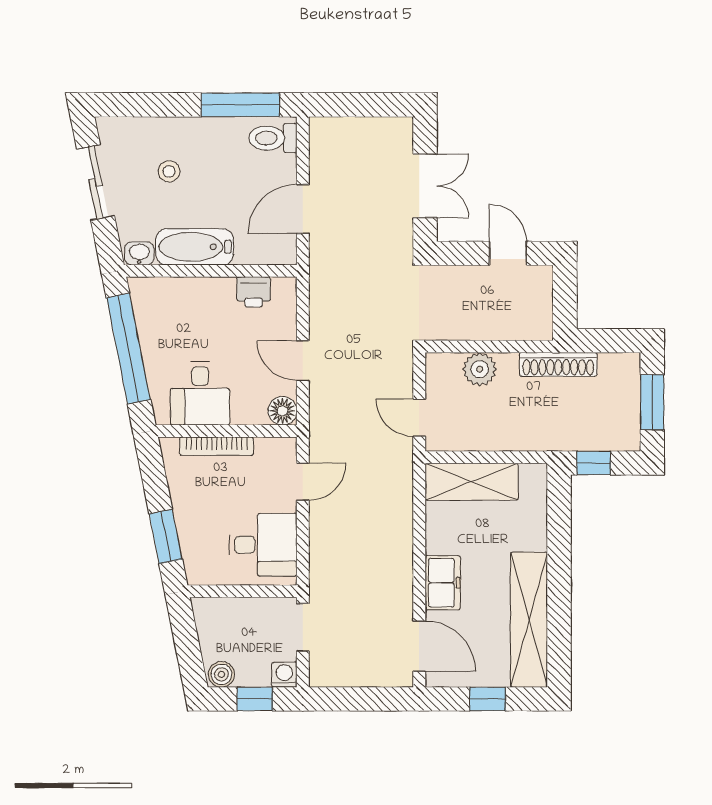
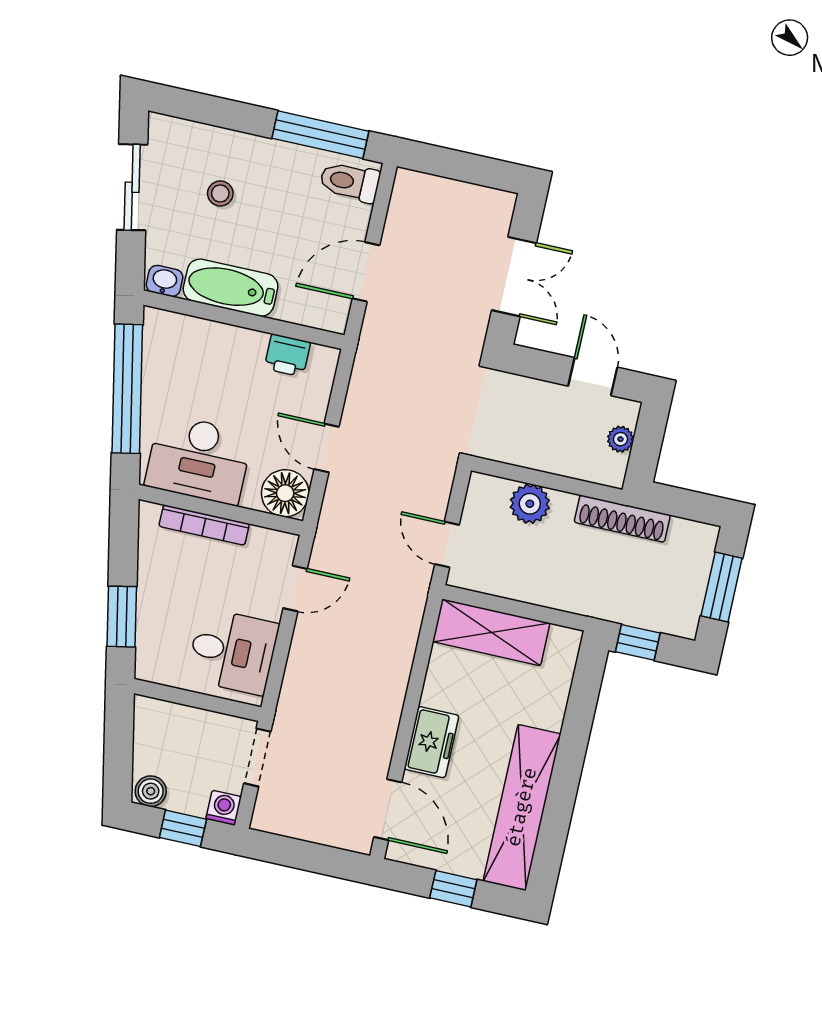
plant: (542, 300) -> (620, 439), added
desk: (200, 393) -> (199, 459), width x1.37
floor lamp: (283, 411) -> (285, 493), width x1.38, depth x1.38

